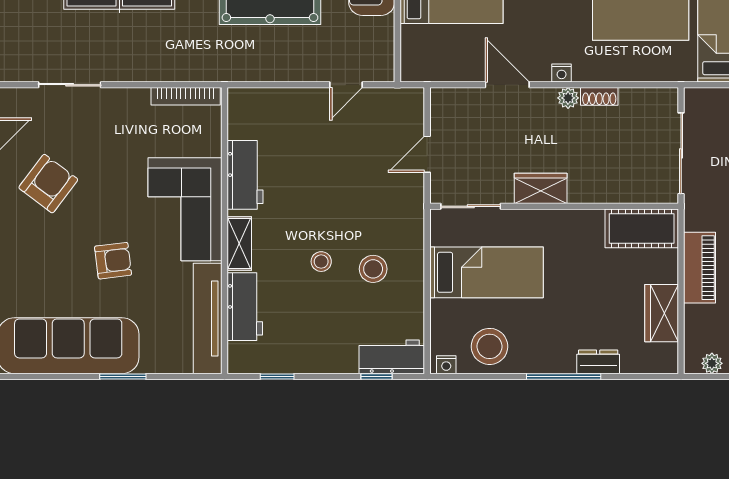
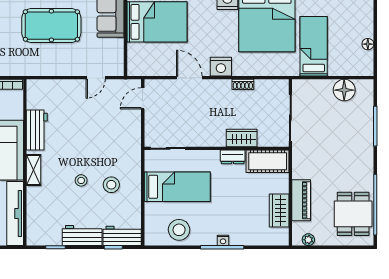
nightstand: (562, 73) -> (221, 67), width x1.89, depth x1.79
plant: (568, 98) -> (225, 85), removed
door: (427, 154) -> (143, 98), moved
wardrobe: (541, 188) -> (242, 138), moved
piano: (700, 268) -> (301, 200), moved
workbench: (245, 307) -> (82, 236), moved, turned -90
dresser: (598, 362) -> (233, 157), moved, turned 180
nightstand: (446, 365) -> (223, 240), moved

